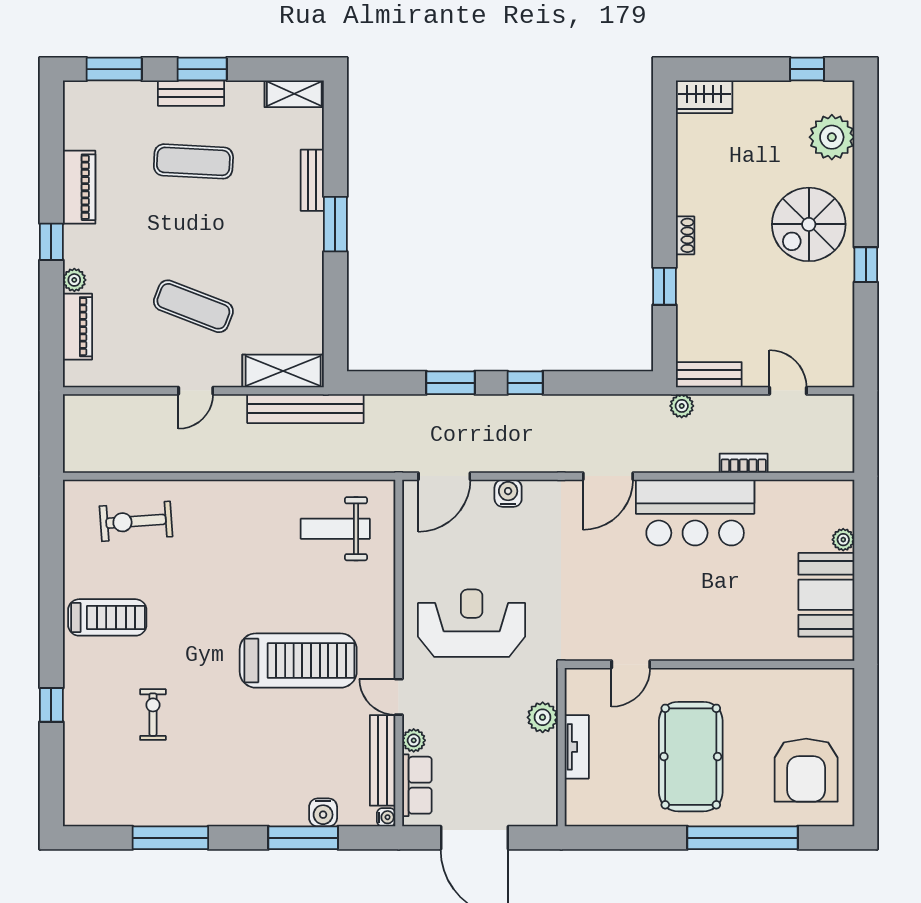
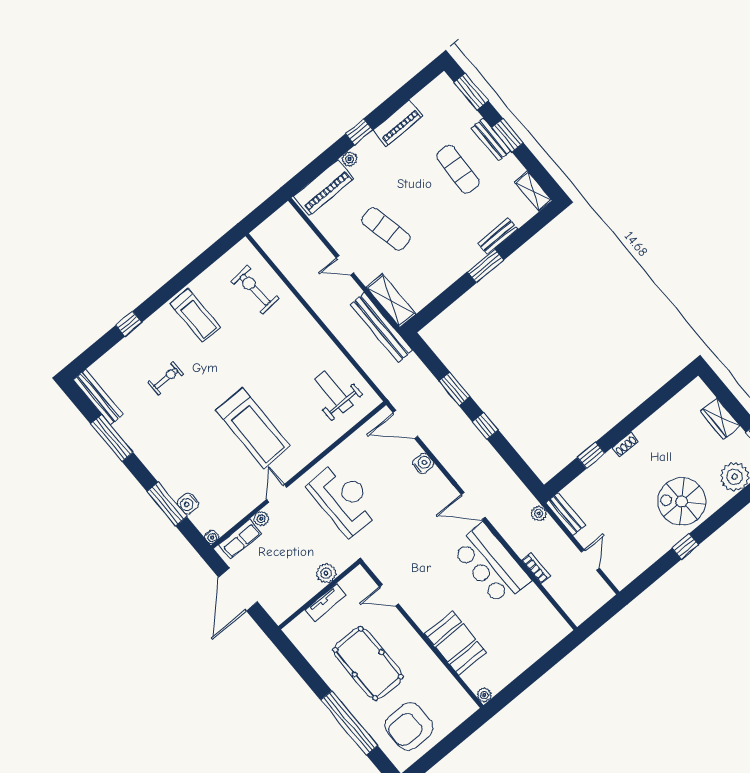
wardrobe: (704, 97) -> (720, 419), moved
exercise mat: (193, 306) -> (386, 229), turned -33
piano: (78, 327) -> (324, 187), width x1.37, depth x1.33
plant: (843, 540) -> (484, 695), moved
booth: (826, 595) -> (455, 643), moved, turned 90
pool table: (691, 757) -> (368, 663), turned 90
bench: (383, 760) -> (98, 397), moved, turned 90

